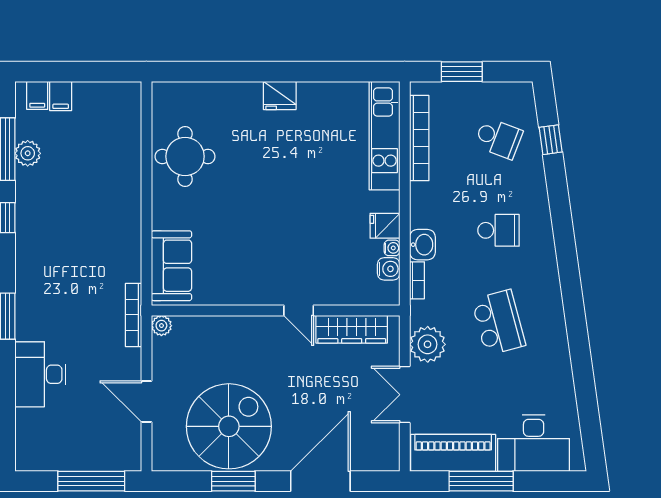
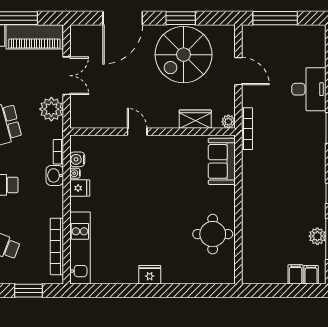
wardrobe: (352, 329) -> (195, 119), moved, width x0.67

